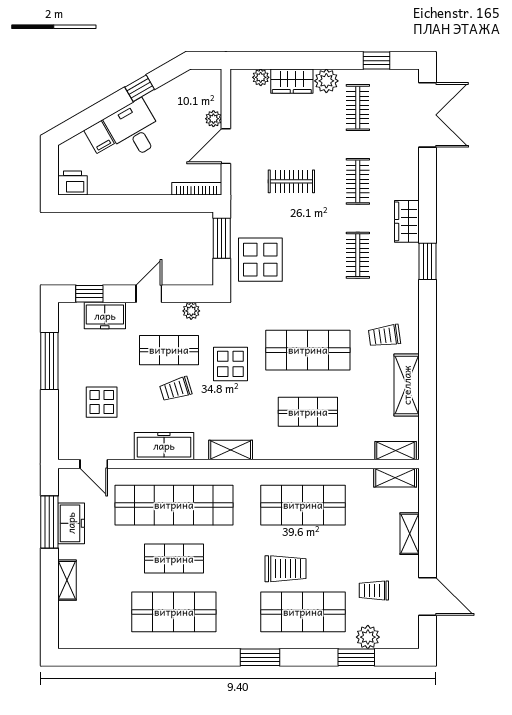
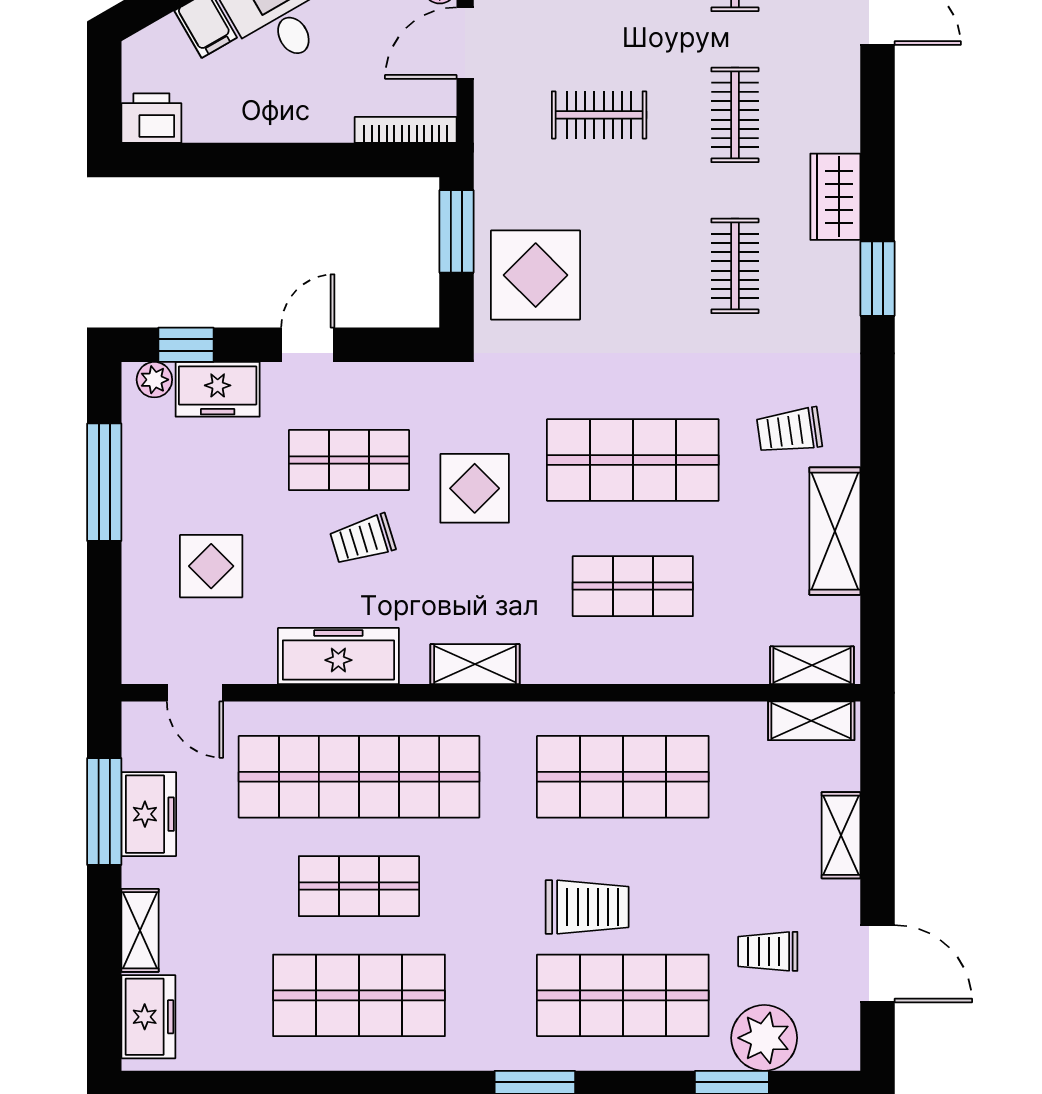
plant: (191, 311) -> (154, 380), moved
freezer: (71, 622) -> (148, 1017), added
plant: (368, 637) -> (764, 1038), width x1.36, depth x1.36

